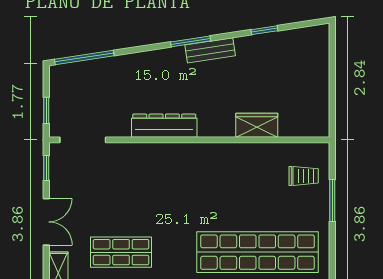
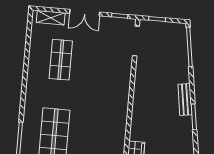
bench: (210, 50) -> (185, 99), moved
dresser: (164, 126) -> (141, 95), removed

